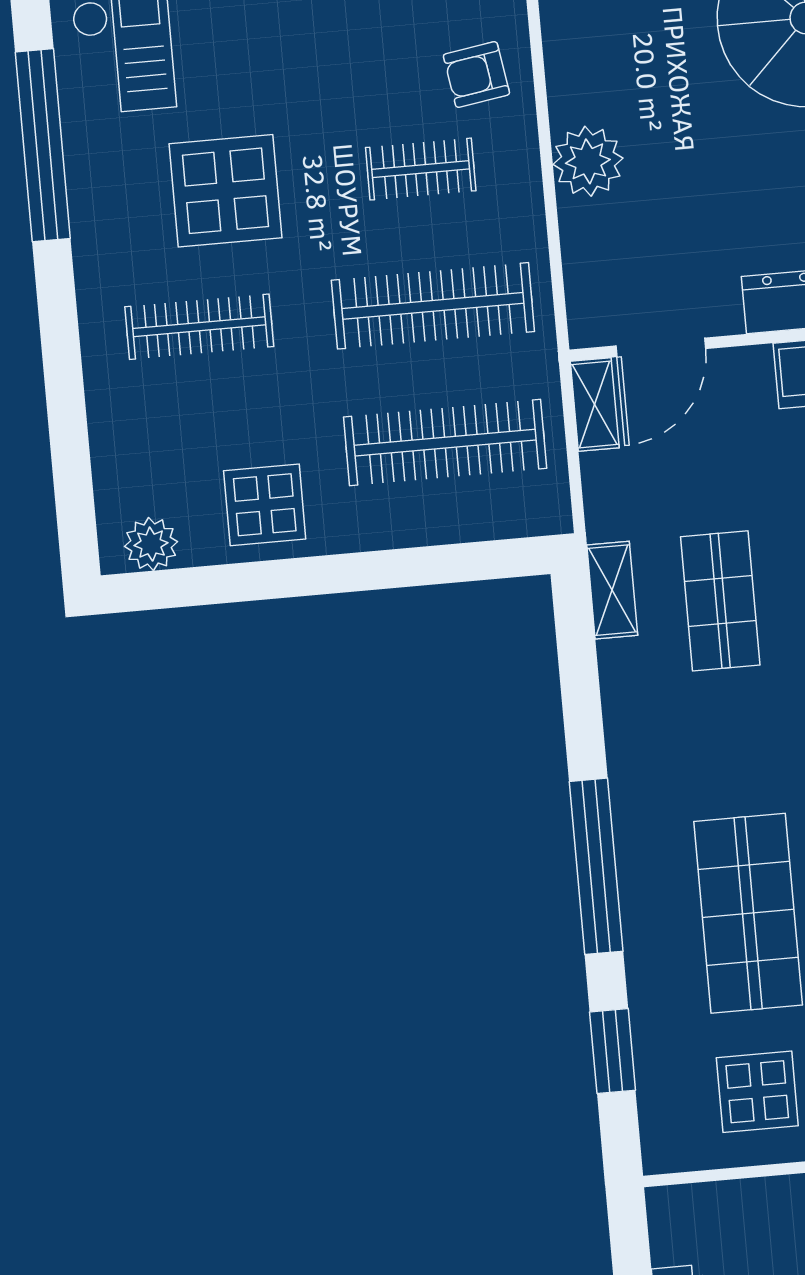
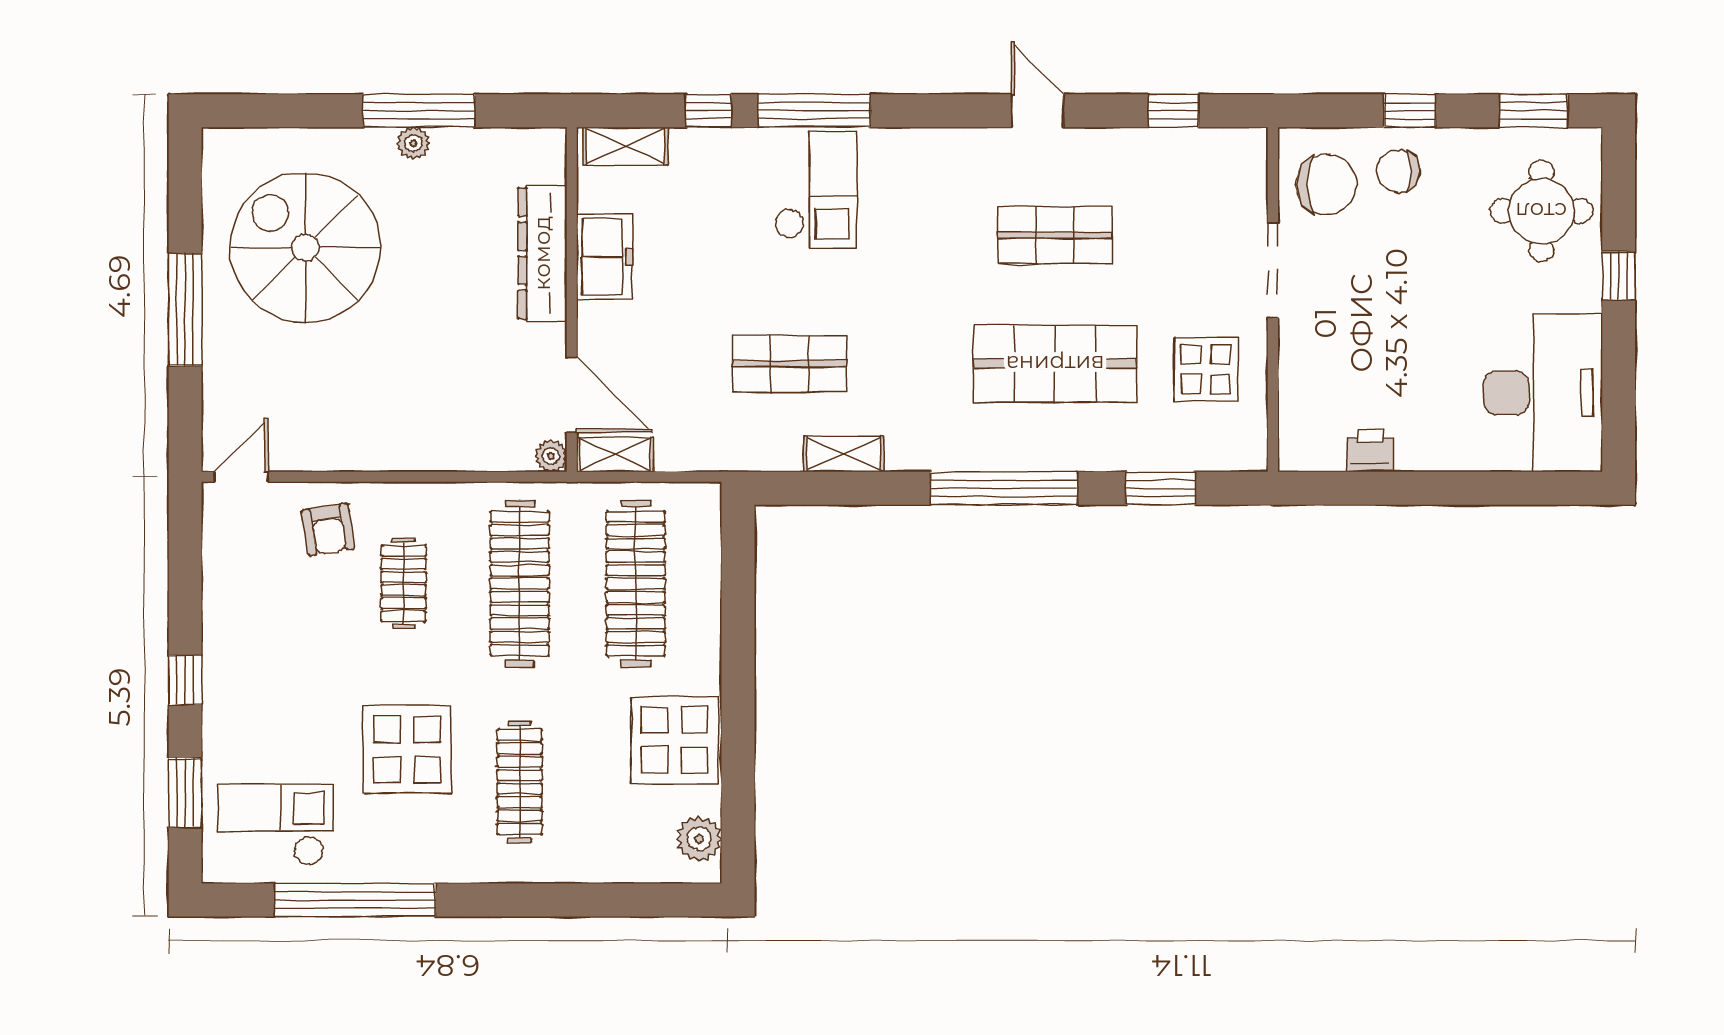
plant: (588, 161) -> (551, 456), moved, width x0.53, depth x0.53
display table: (265, 505) -> (675, 740), width x1.36, depth x1.36
shelving: (612, 590) -> (844, 454), moved

